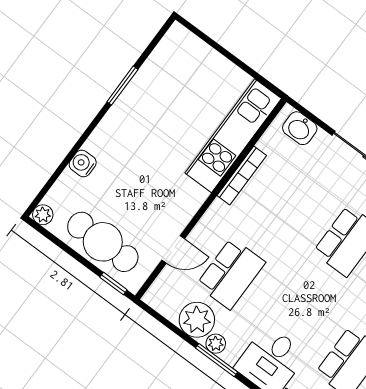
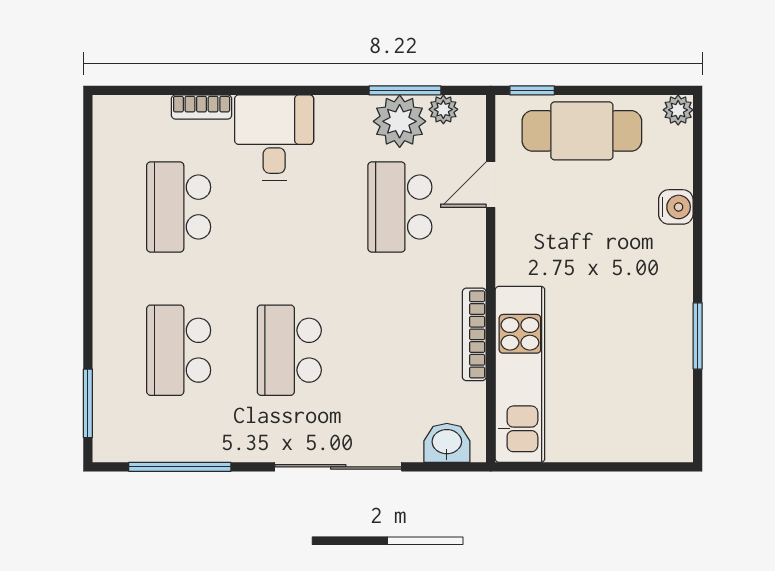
plant: (216, 344) -> (443, 109), moved
window: (217, 360) -> (405, 90), moved

